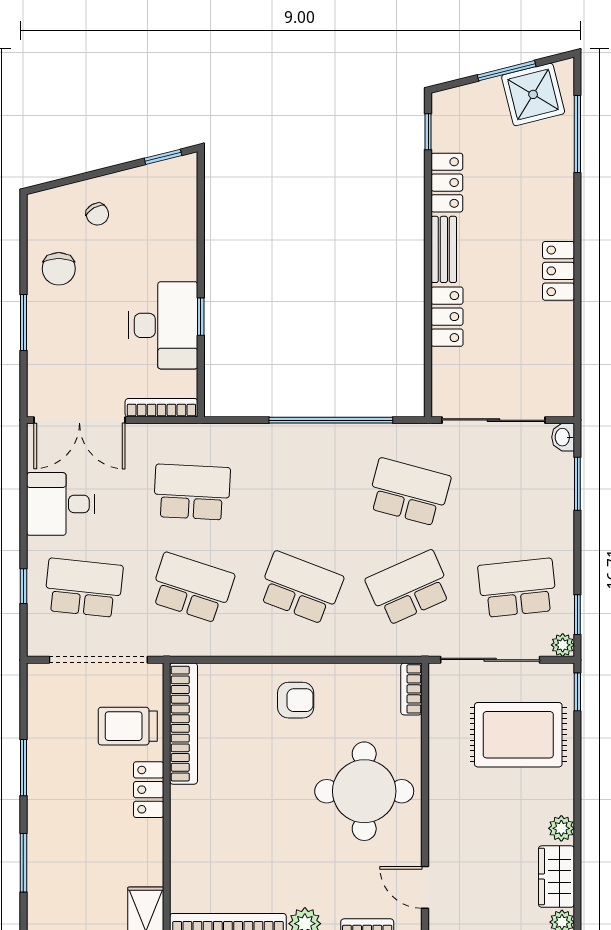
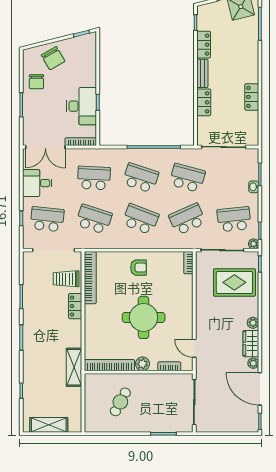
chair: (97, 214) -> (53, 58), width x1.87, depth x1.87
locker: (558, 271) -> (252, 97), moved
washbasin: (563, 437) -> (254, 187), moved
school desk: (300, 492) -> (141, 178), added
round table: (364, 791) -> (144, 317), moved

